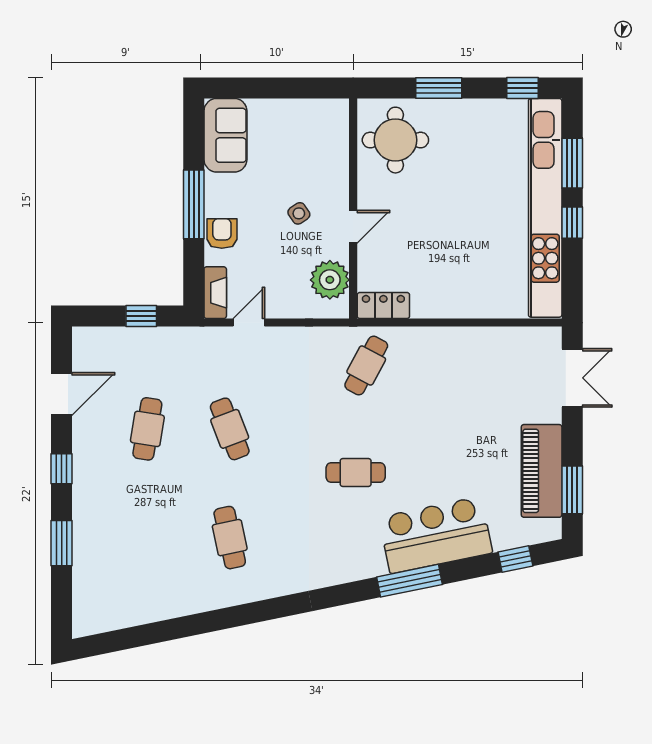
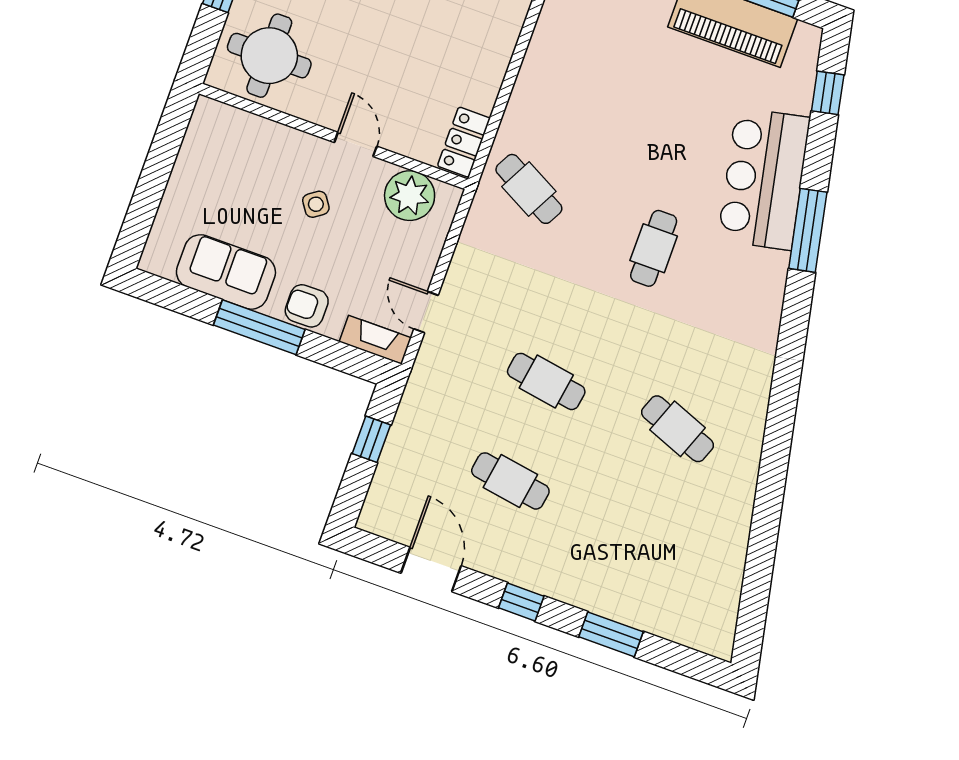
sofa: (225, 135) -> (226, 272), moved
cafe table: (230, 429) -> (546, 381), turned 30
cafe table: (230, 538) -> (677, 429), turned 33

